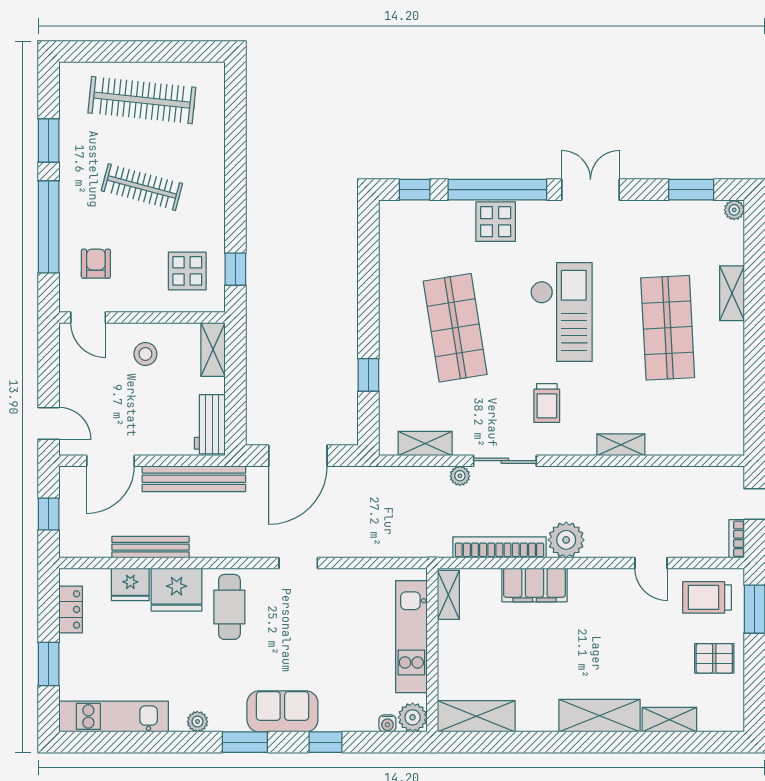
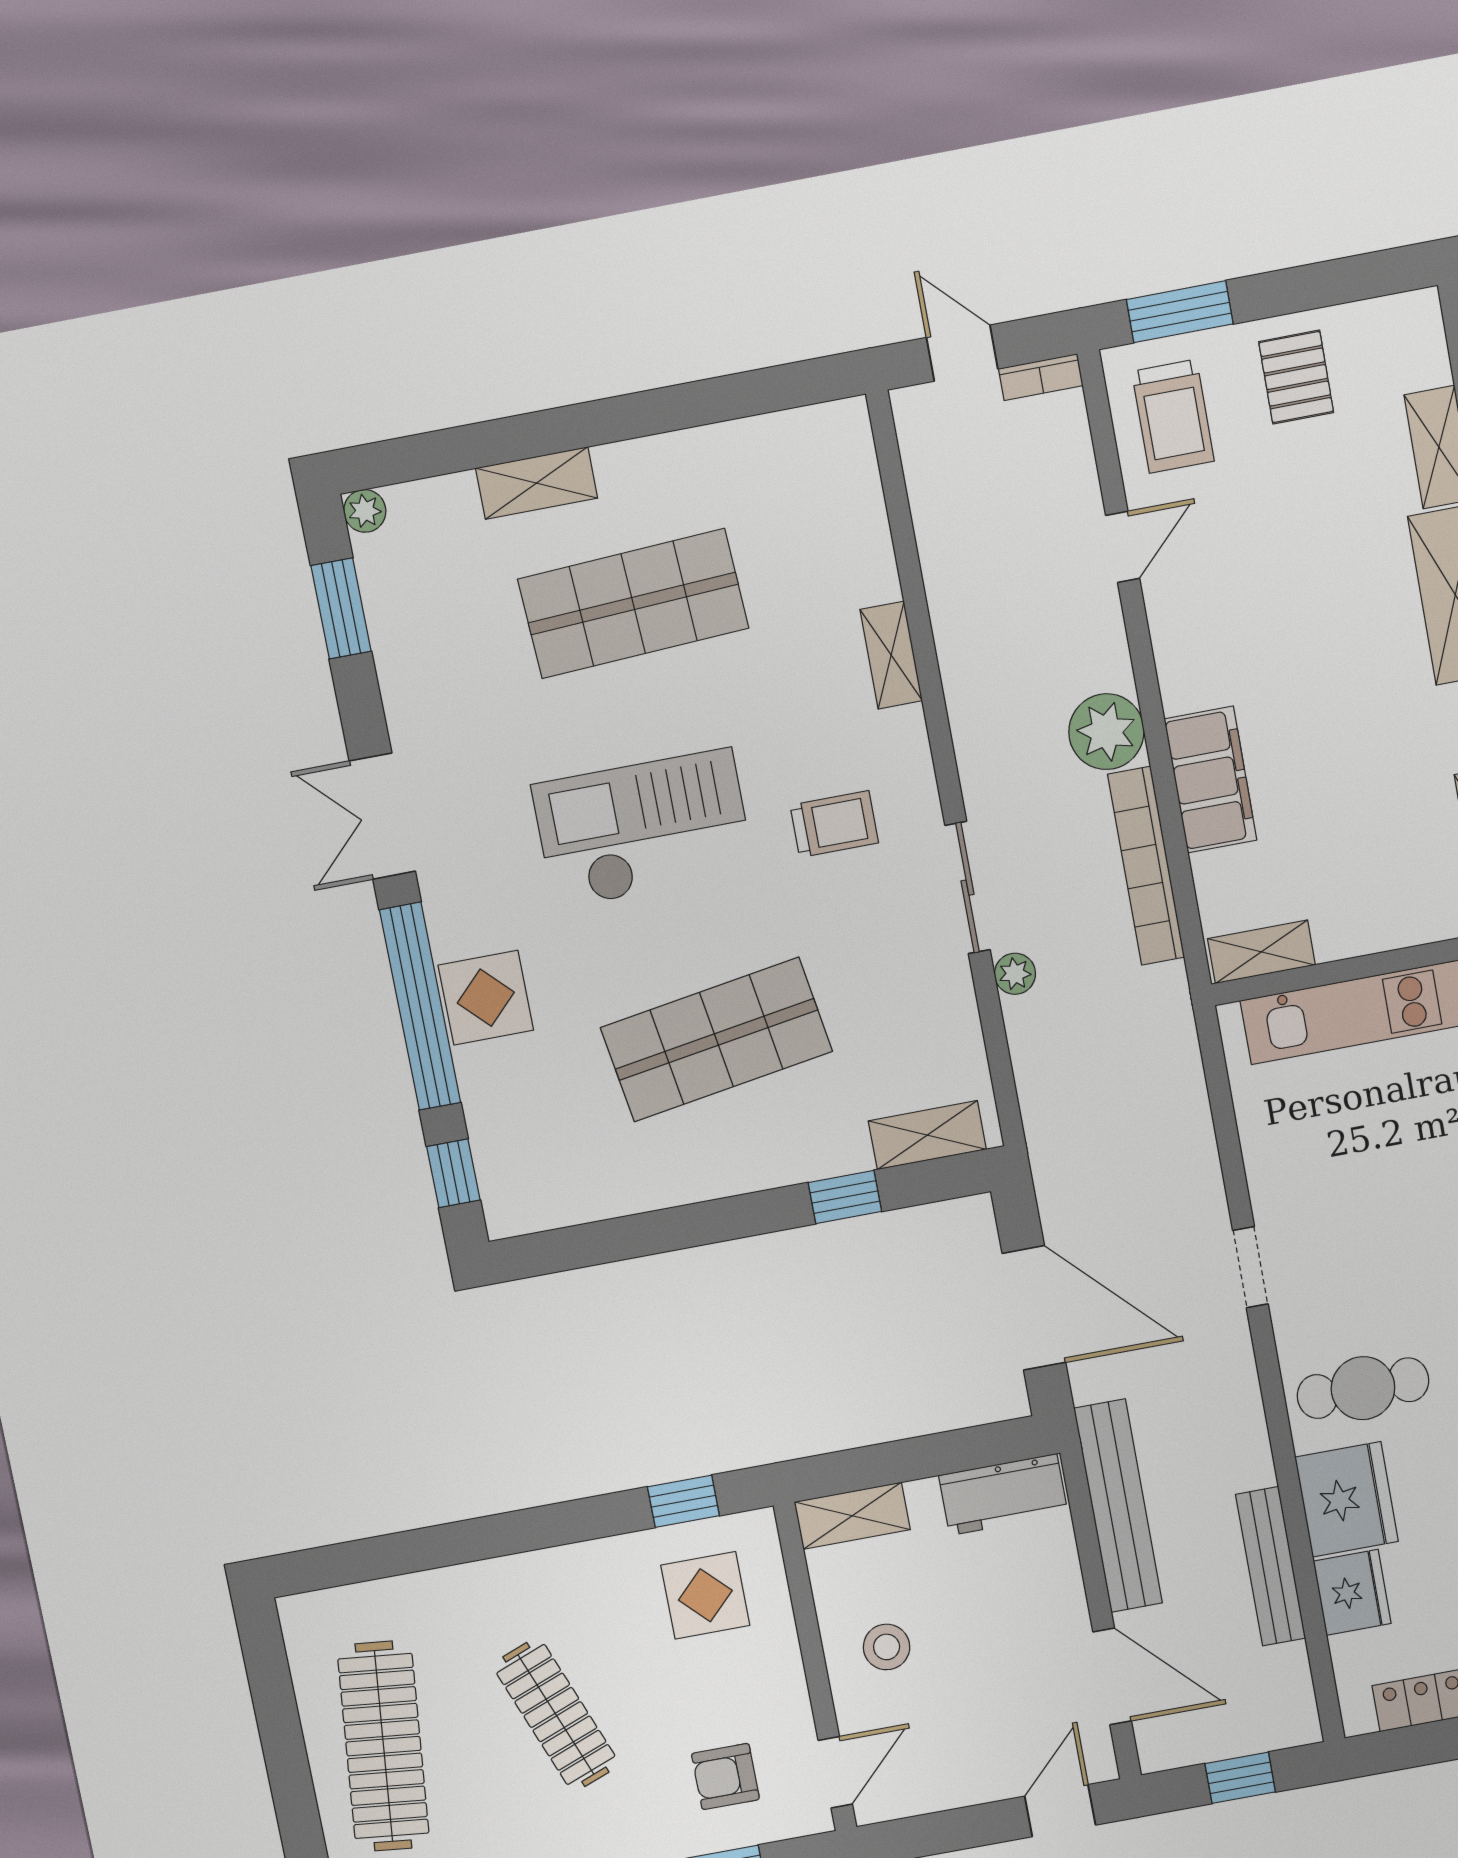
clothes rail: (142, 187) -> (556, 1715), turned -36
shelving: (425, 443) -> (927, 1135), moved, turned 90

